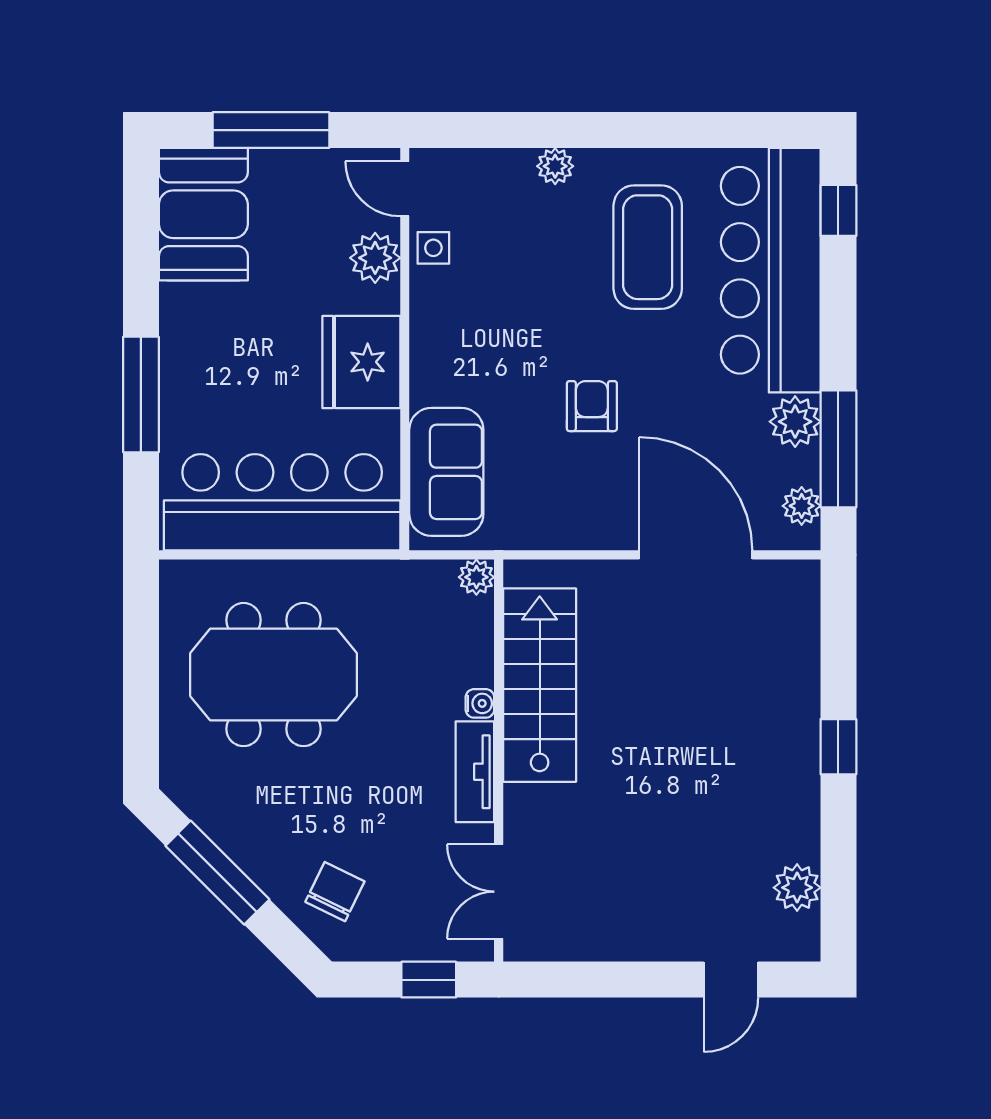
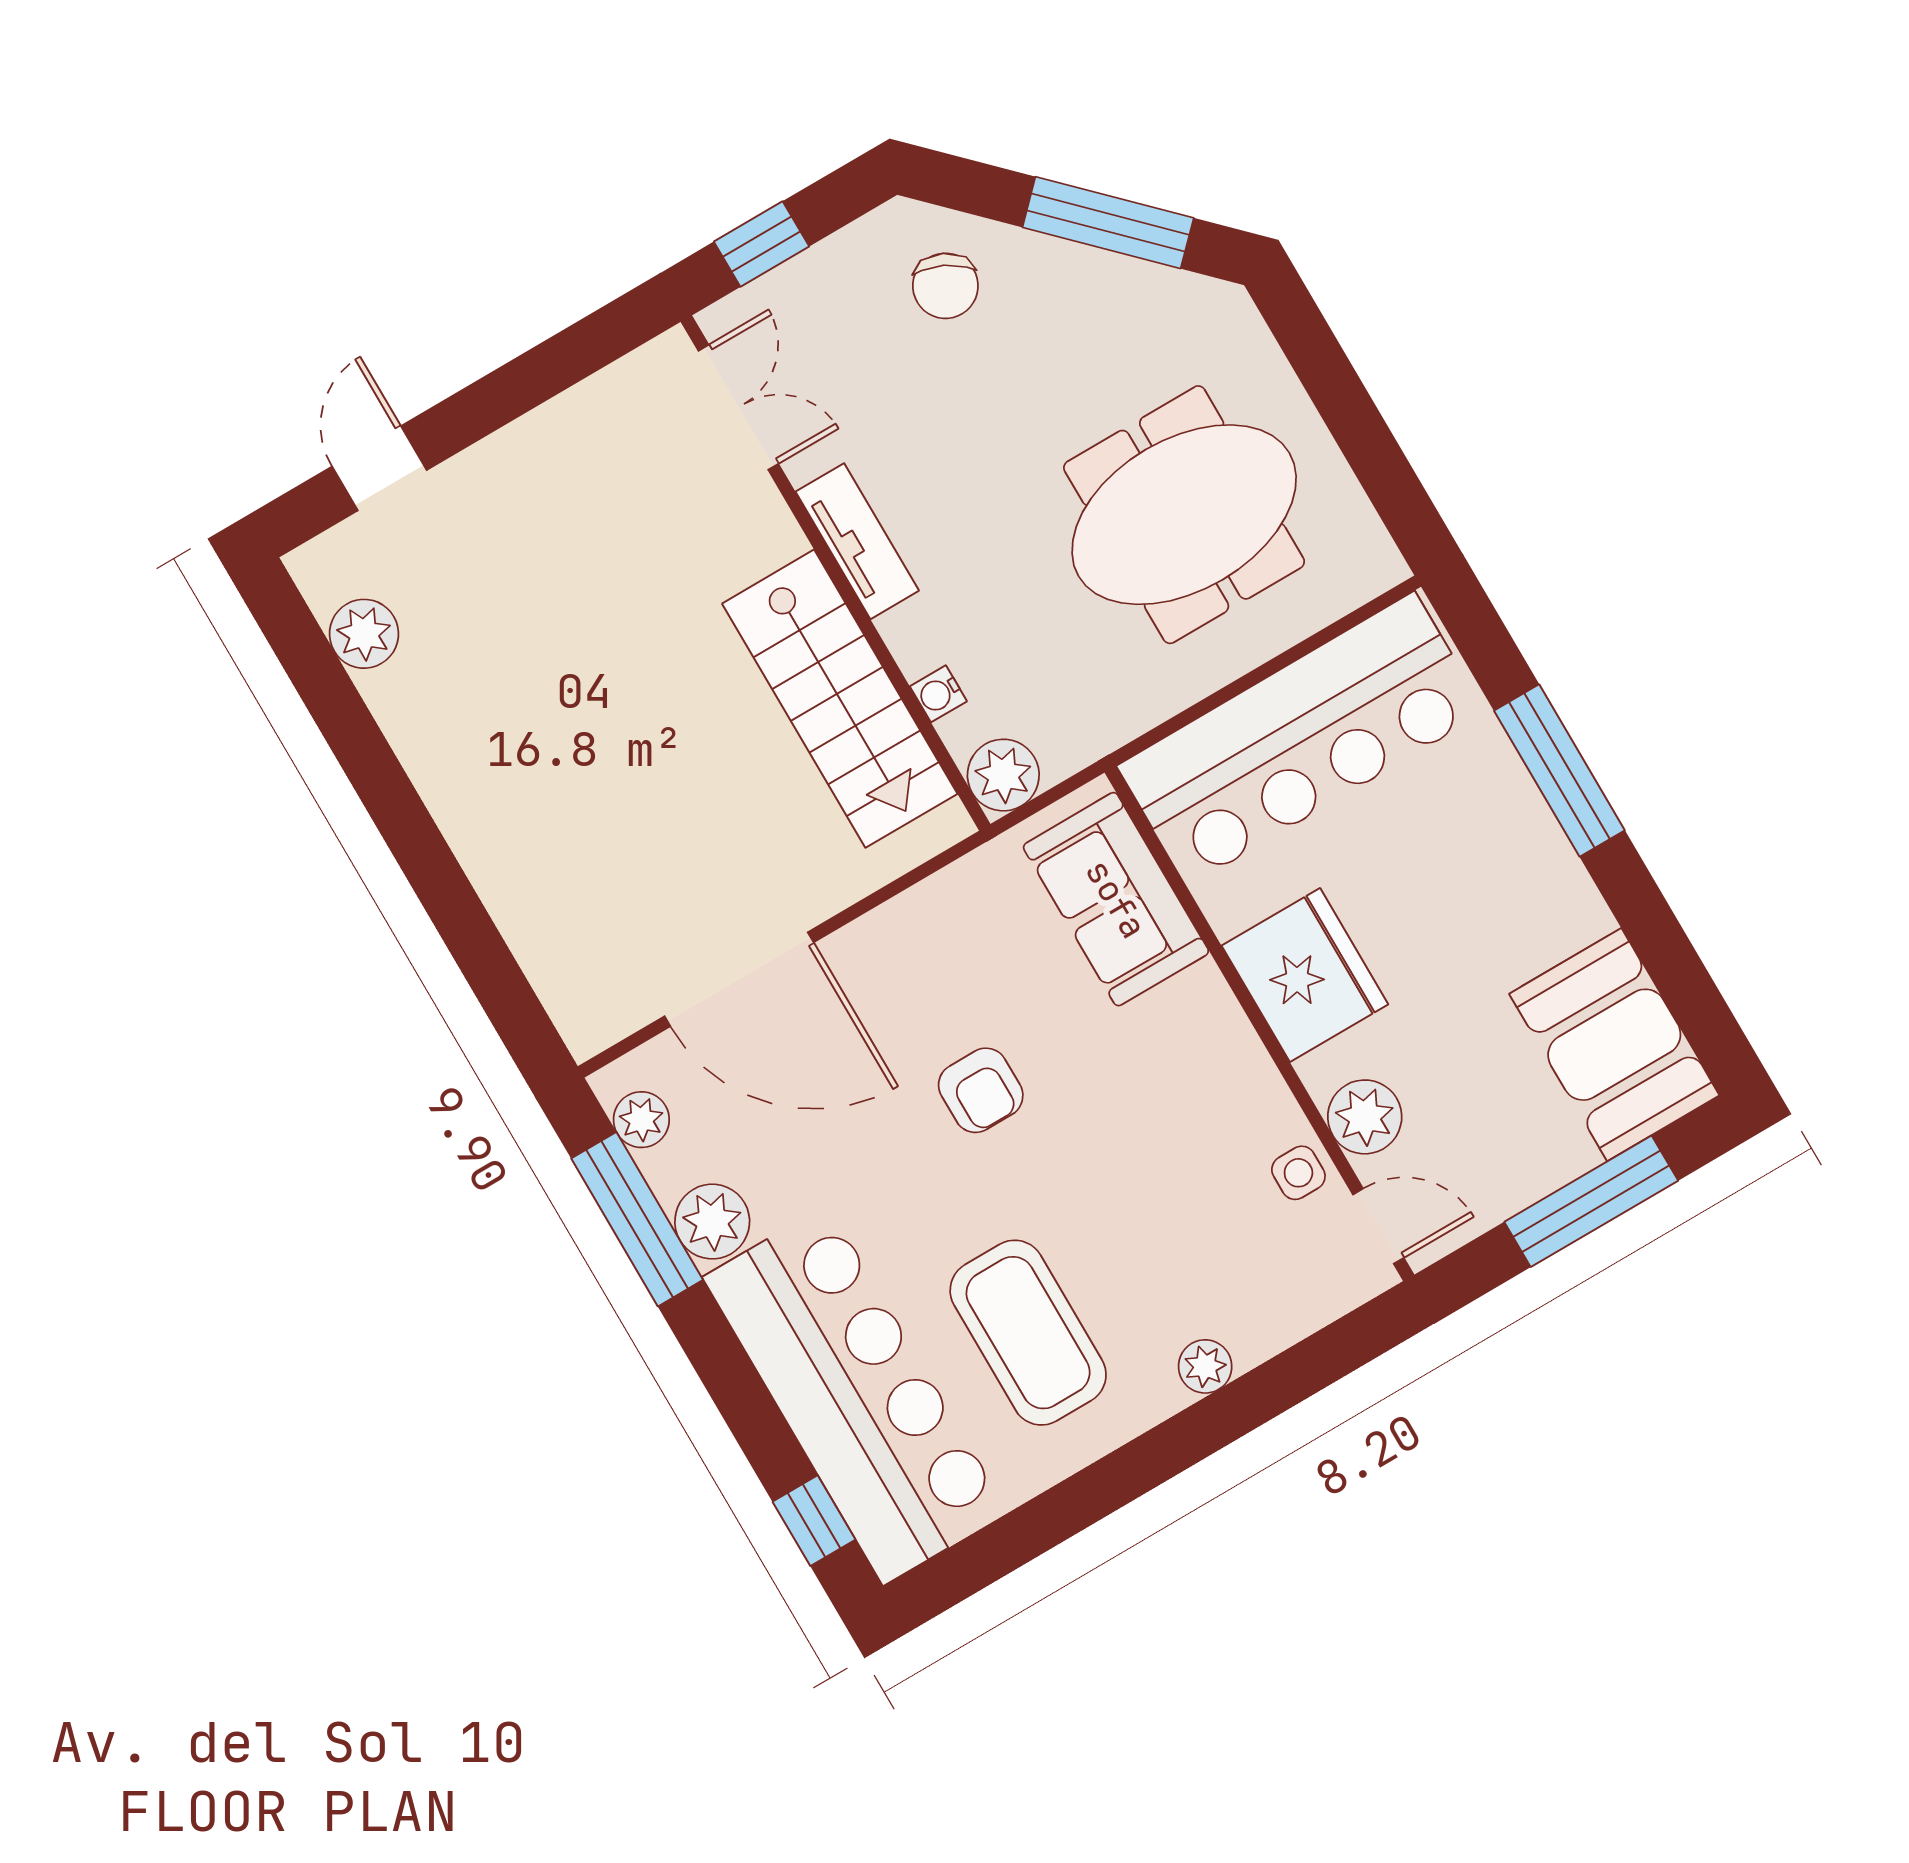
plant: (476, 577) -> (1003, 775), width x1.38, depth x1.38
water cooler: (480, 703) -> (938, 694), moved
window: (838, 747) -> (416, 843), removed

